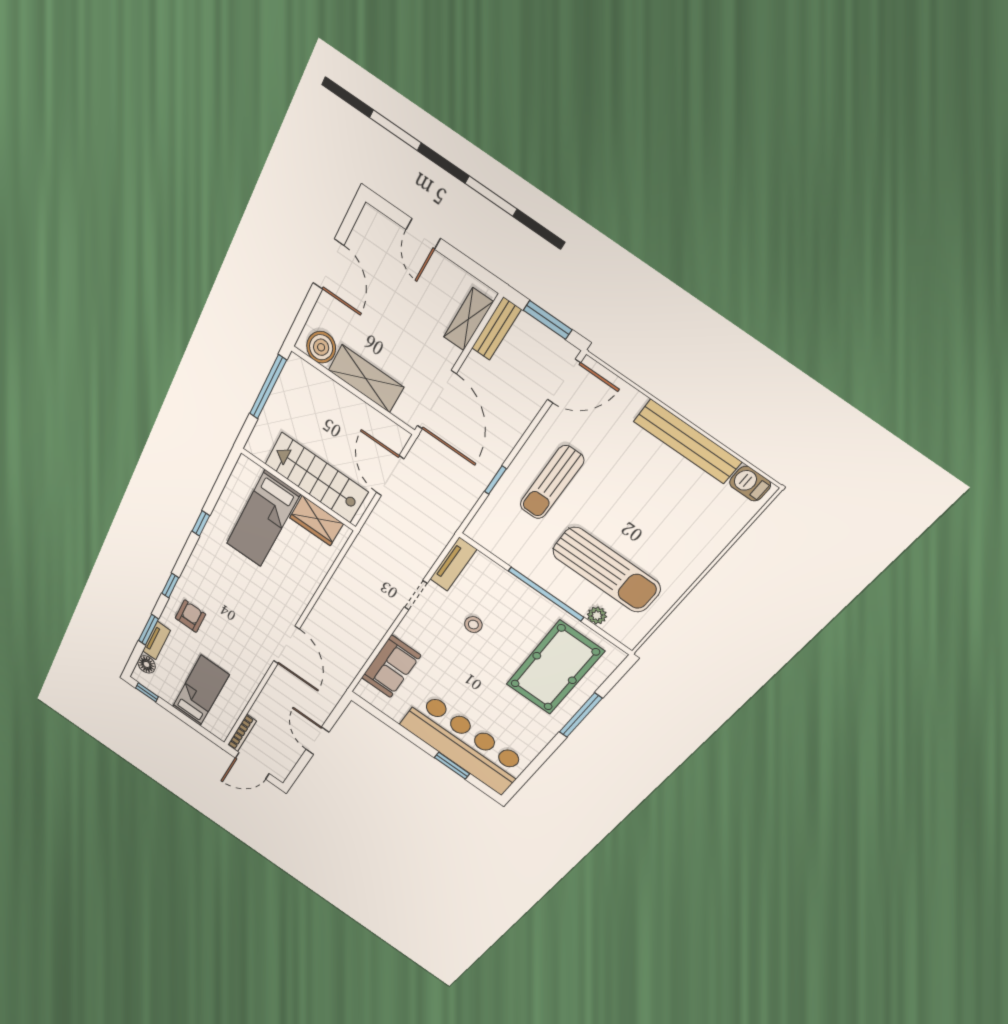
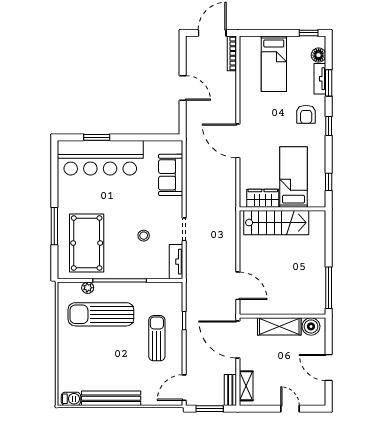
stairs: (316, 478) -> (276, 223), moved
wall: (298, 490) -> (282, 209), moved
bed: (263, 519) -> (293, 177), moved
wardrobe: (316, 521) -> (263, 198), moved

